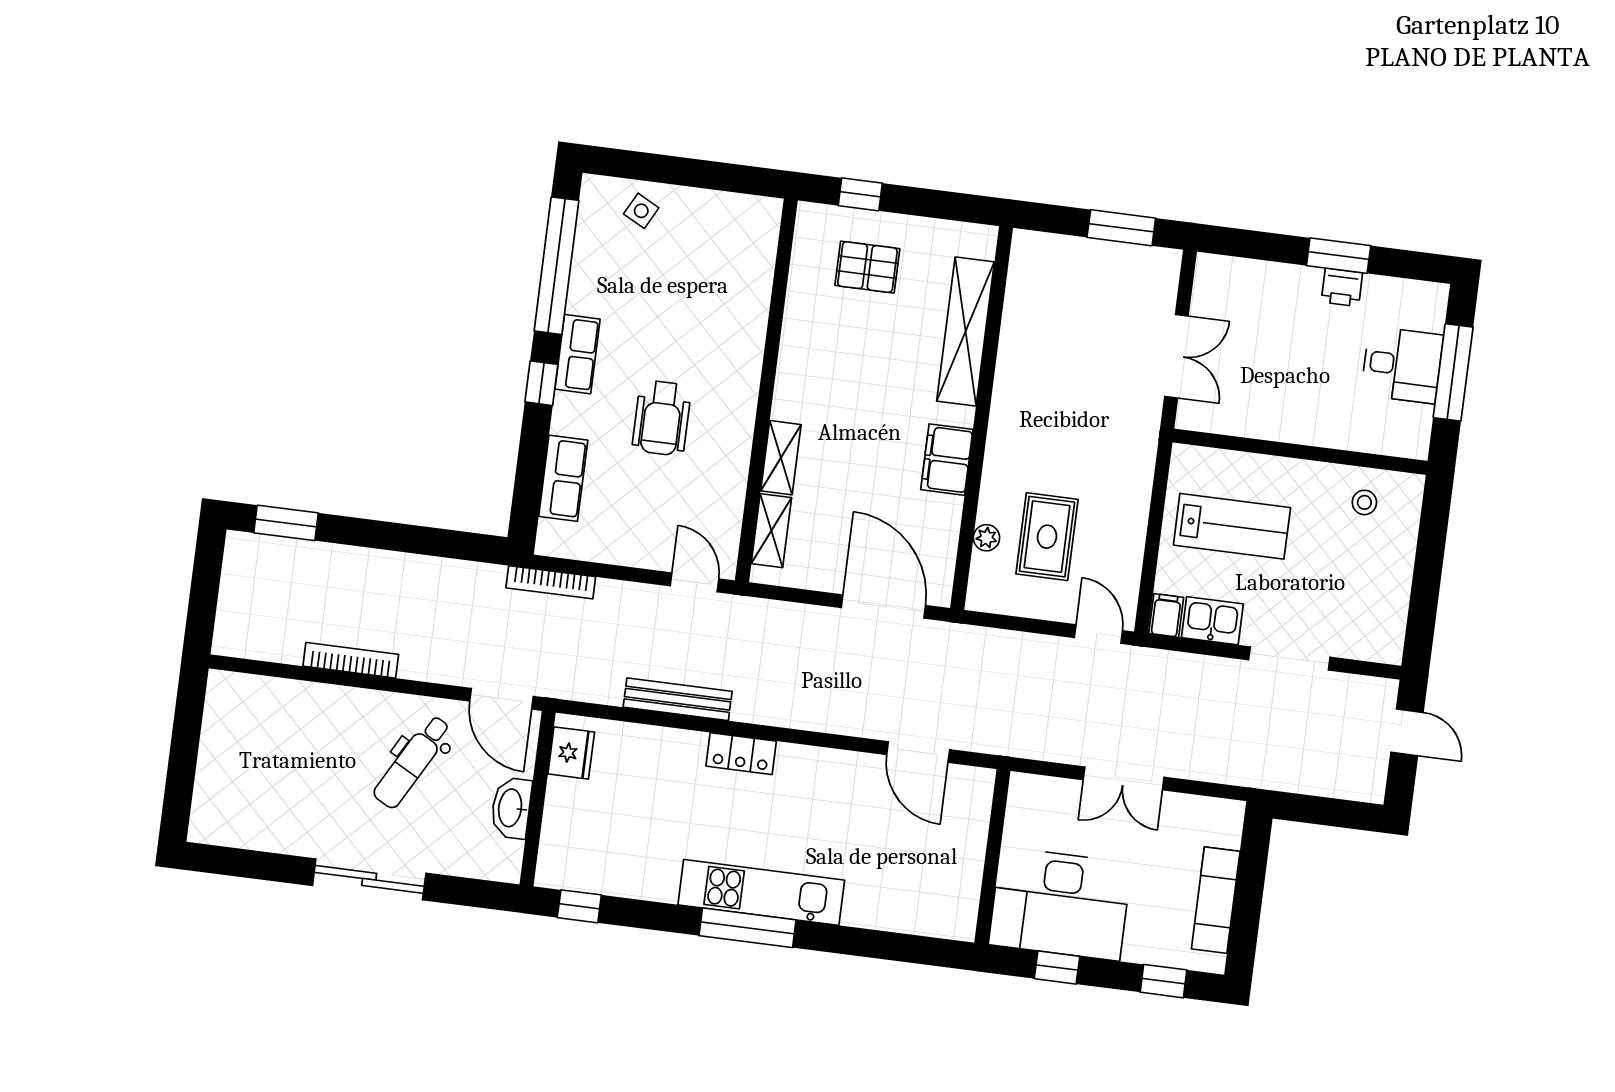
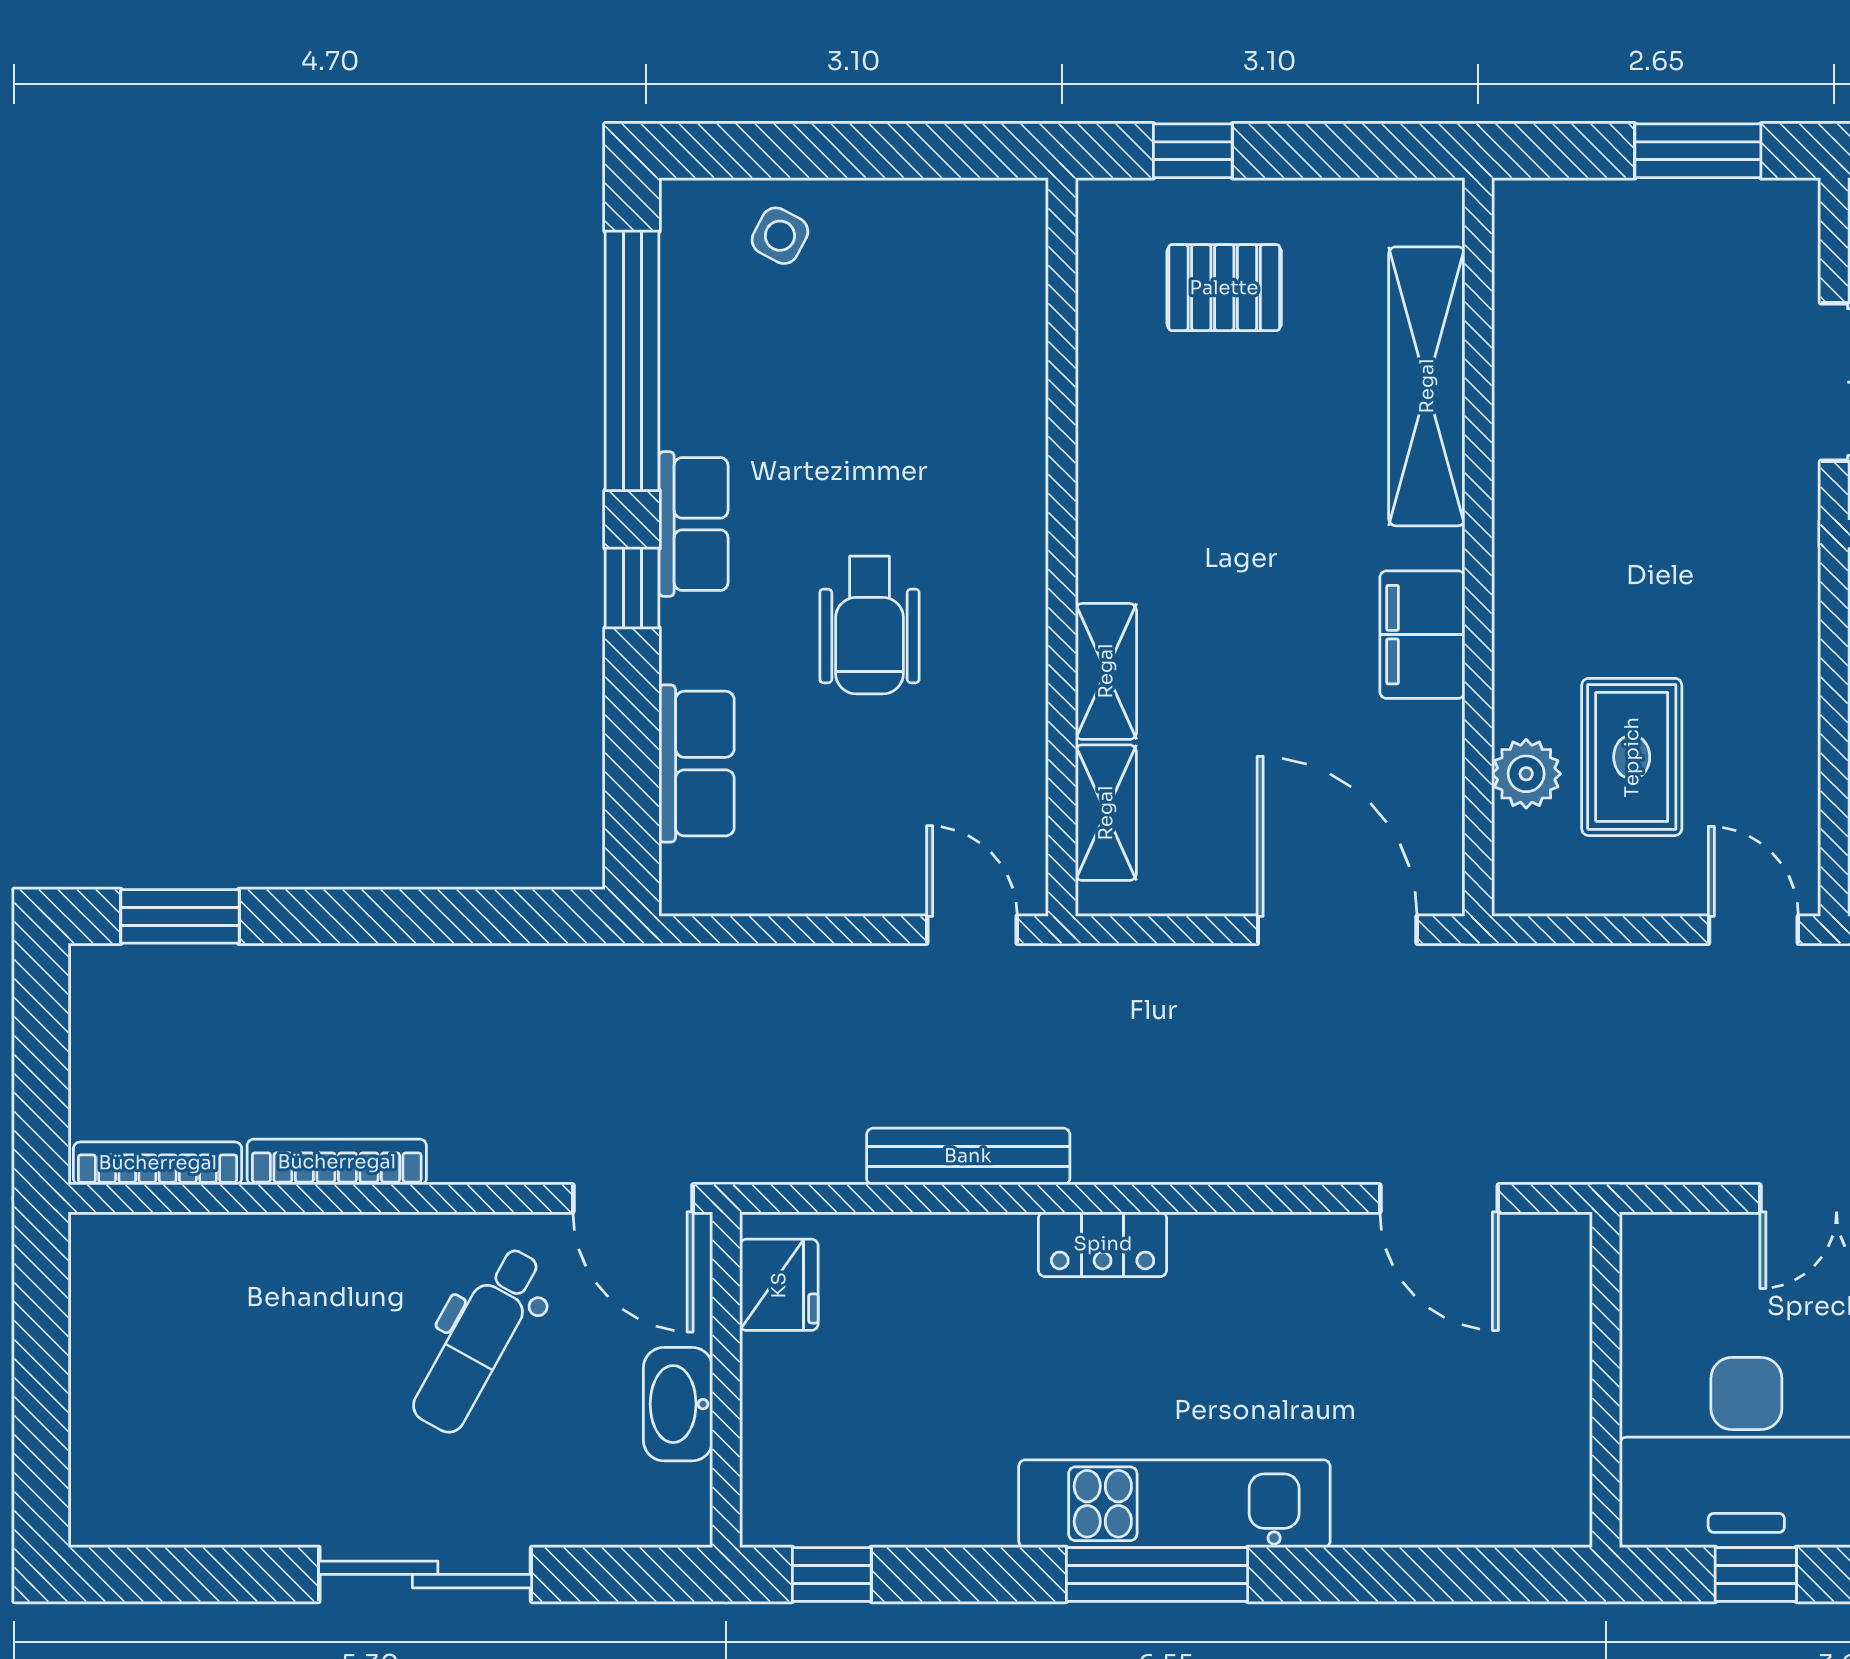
plant: (986, 538) -> (1526, 774), width x1.38, depth x1.38
bookcase: (551, 582) -> (158, 1163), moved, turned 180

